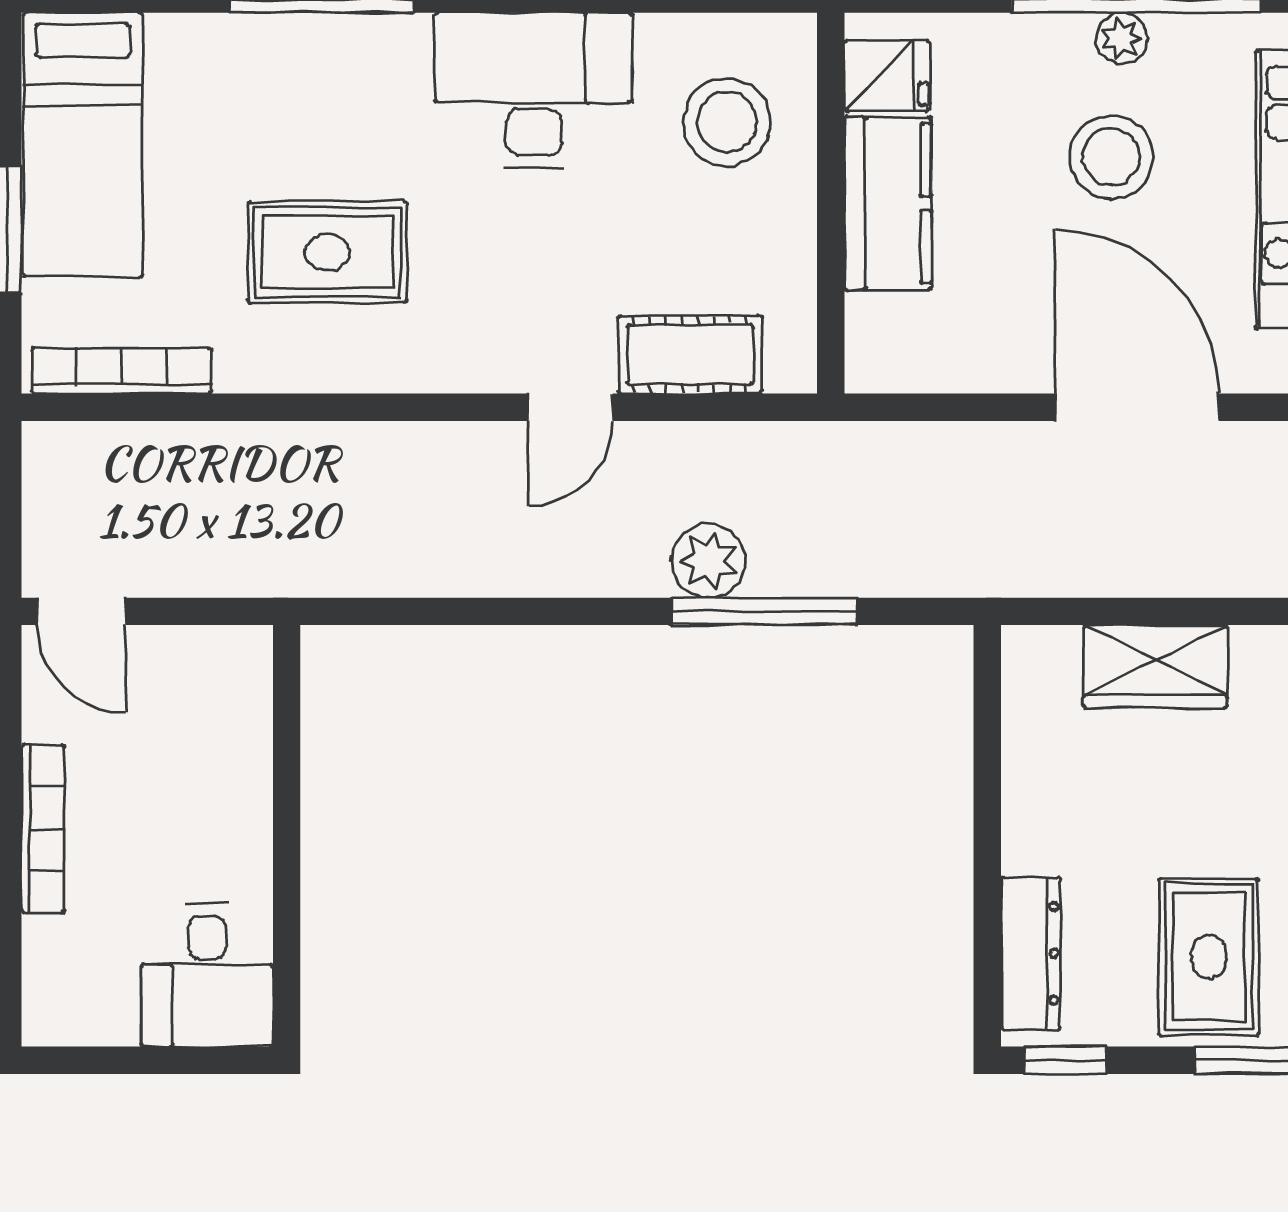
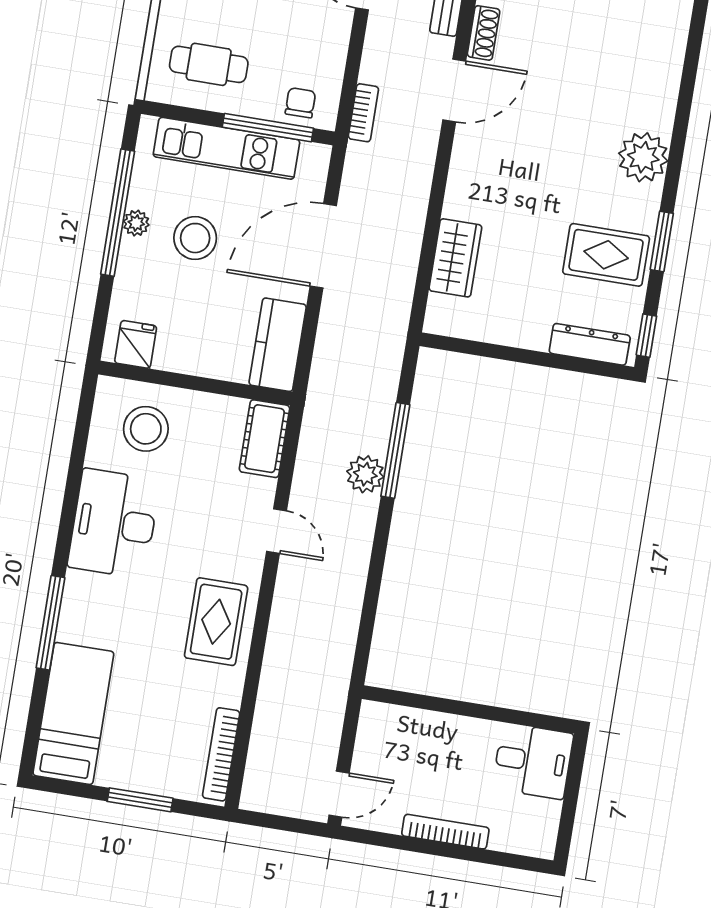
bed: (83, 145) -> (73, 713), moved, turned -90
kitchen counter: (888, 203) -> (278, 345), moved, turned -90
rug: (327, 252) -> (216, 622), moved
cot: (690, 355) -> (264, 439), moved

